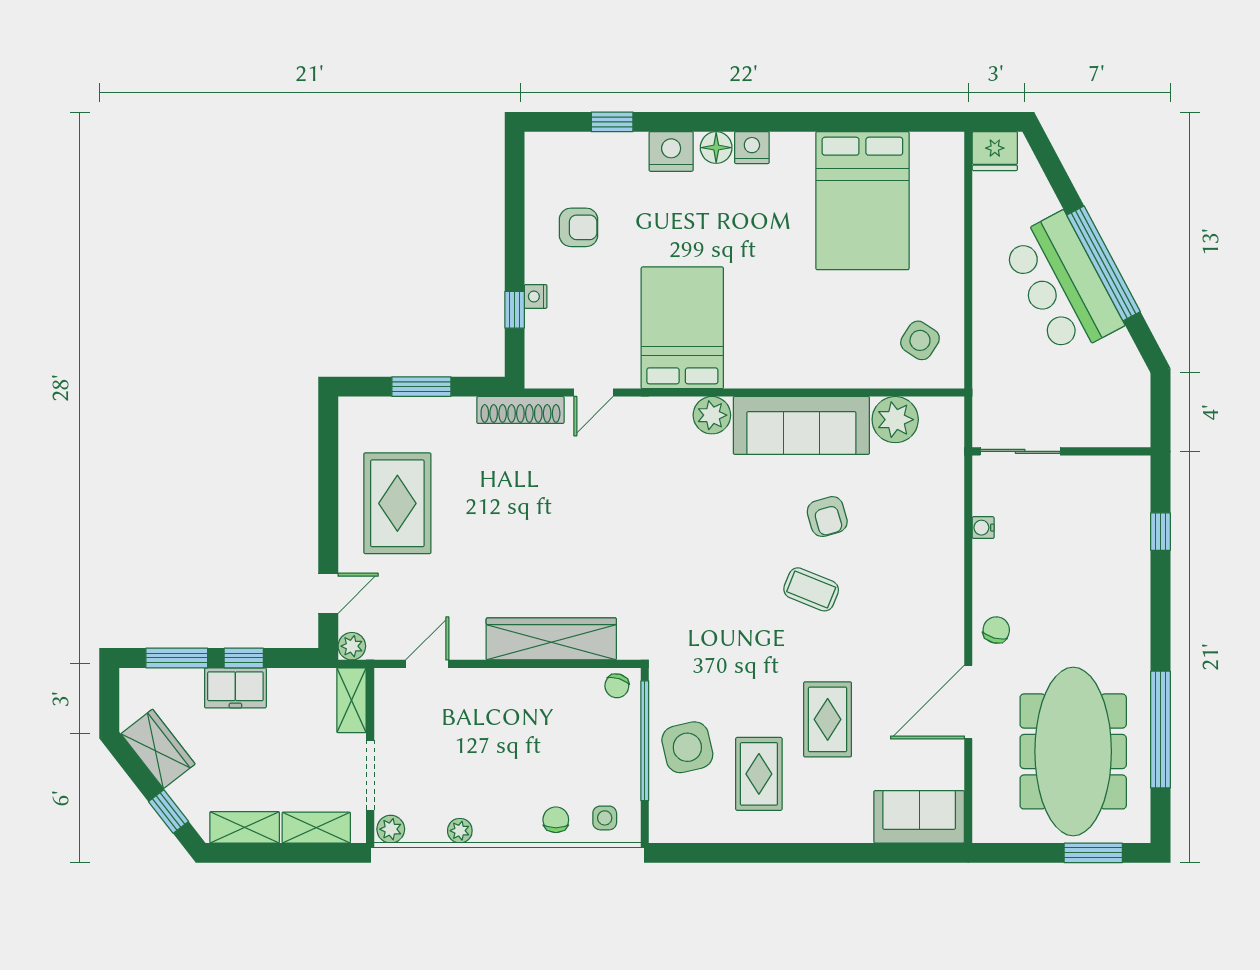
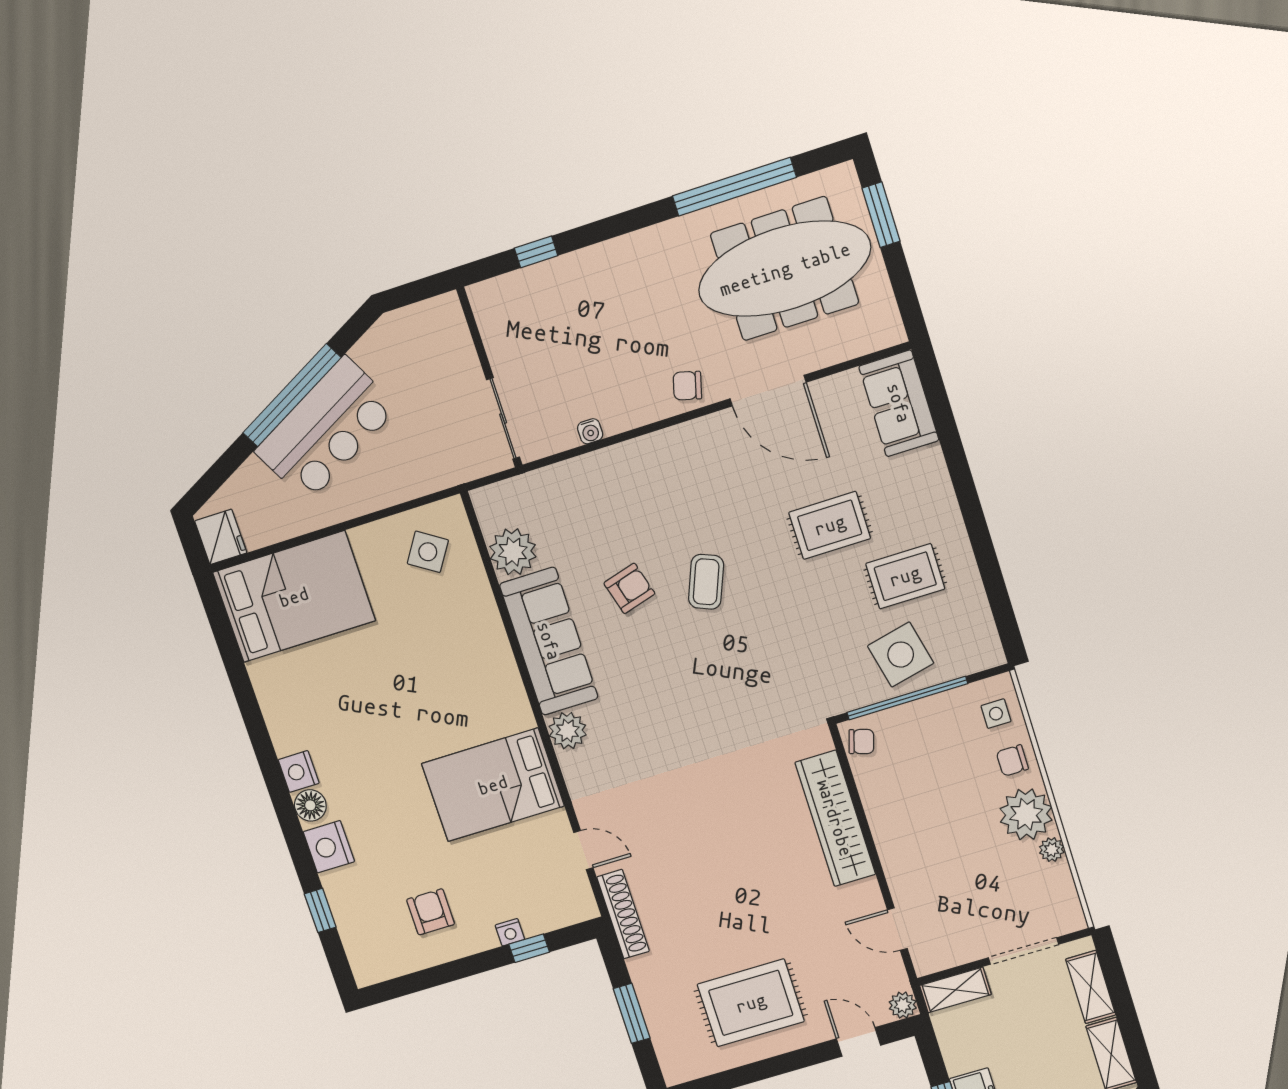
bed: (862, 201) -> (294, 597), moved
plant: (391, 829) -> (1026, 814), moved, width x1.88, depth x1.88

